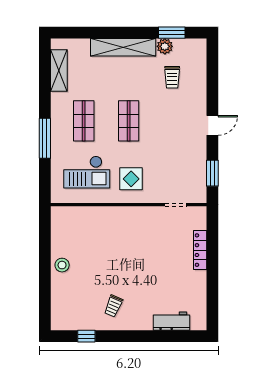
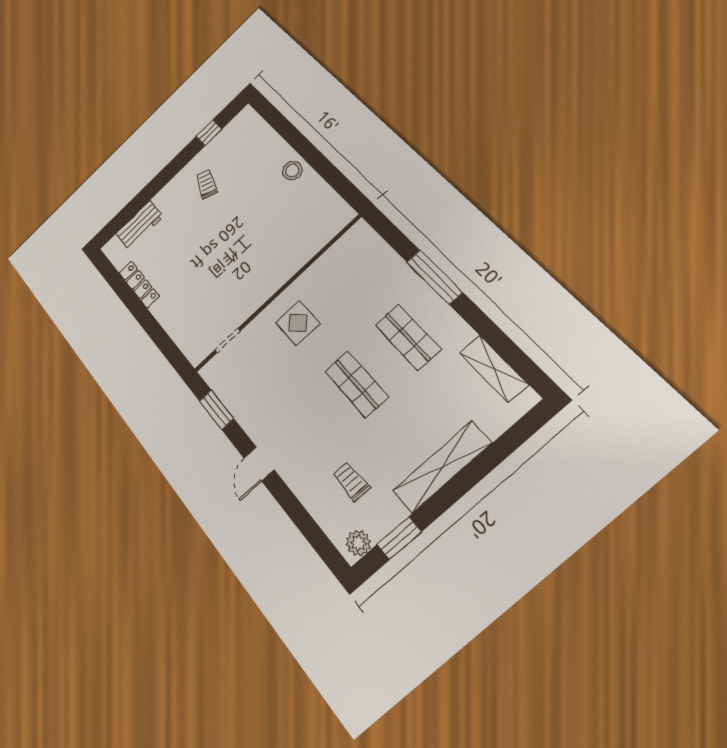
plant: (165, 46) -> (358, 543), moved
checkout: (87, 172) -> (352, 285), removed
locker: (200, 250) -> (139, 284), moved

